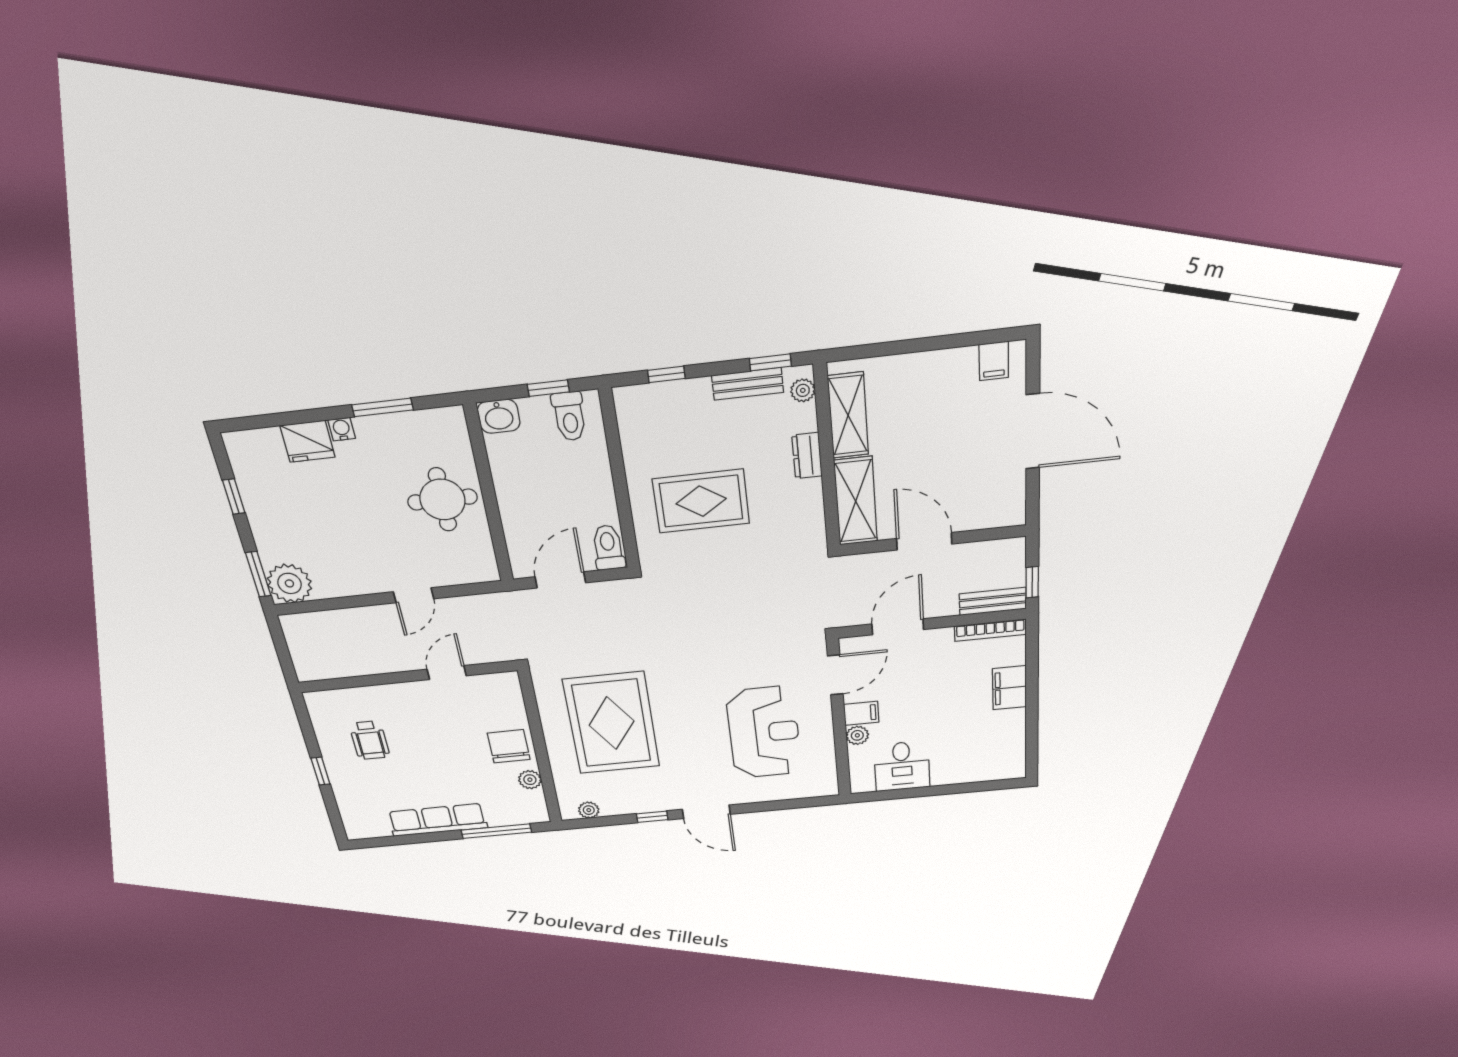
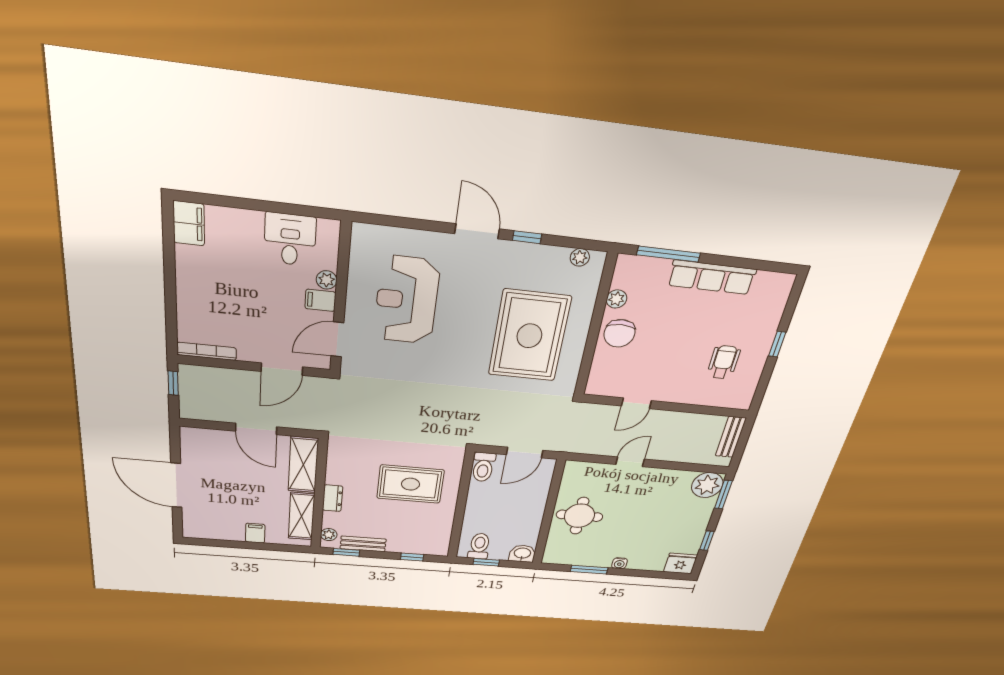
filing cabinet: (994, 361) -> (255, 533), moved
fridge: (308, 441) -> (680, 564), moved
bench: (993, 601) -> (731, 437), moved, turned 90
filing cabinet: (1009, 688) -> (189, 223), moved

